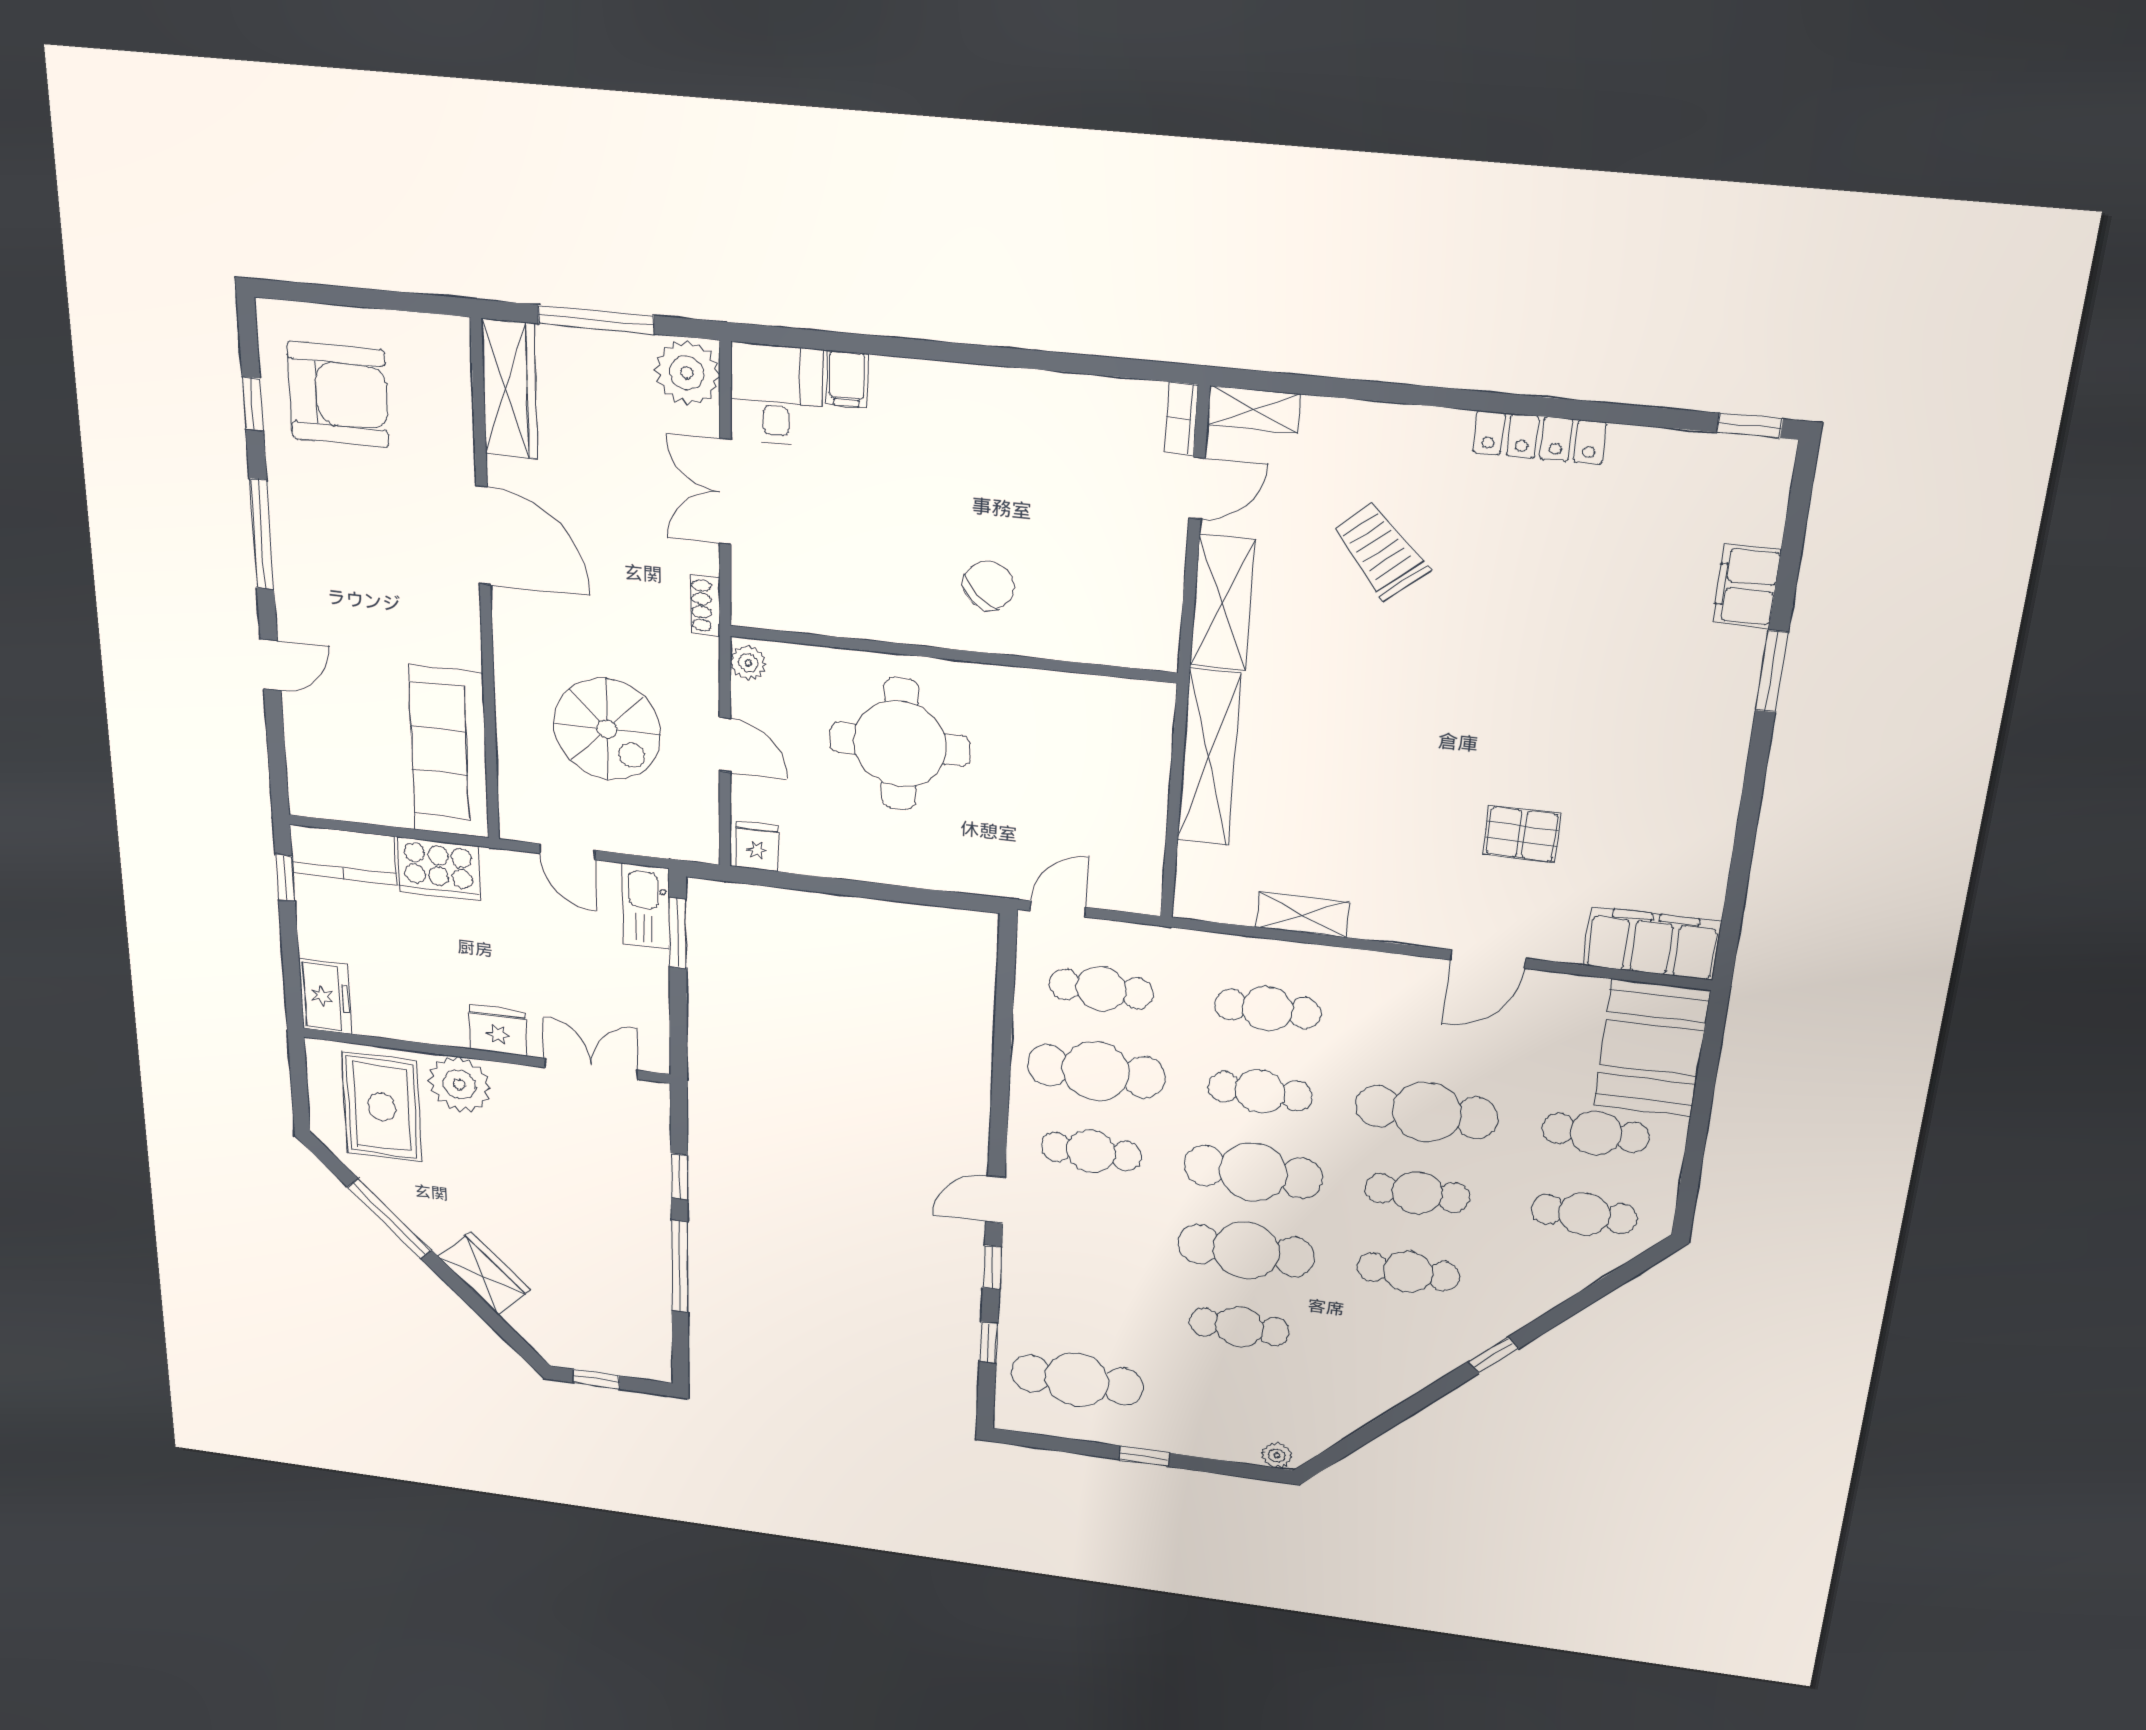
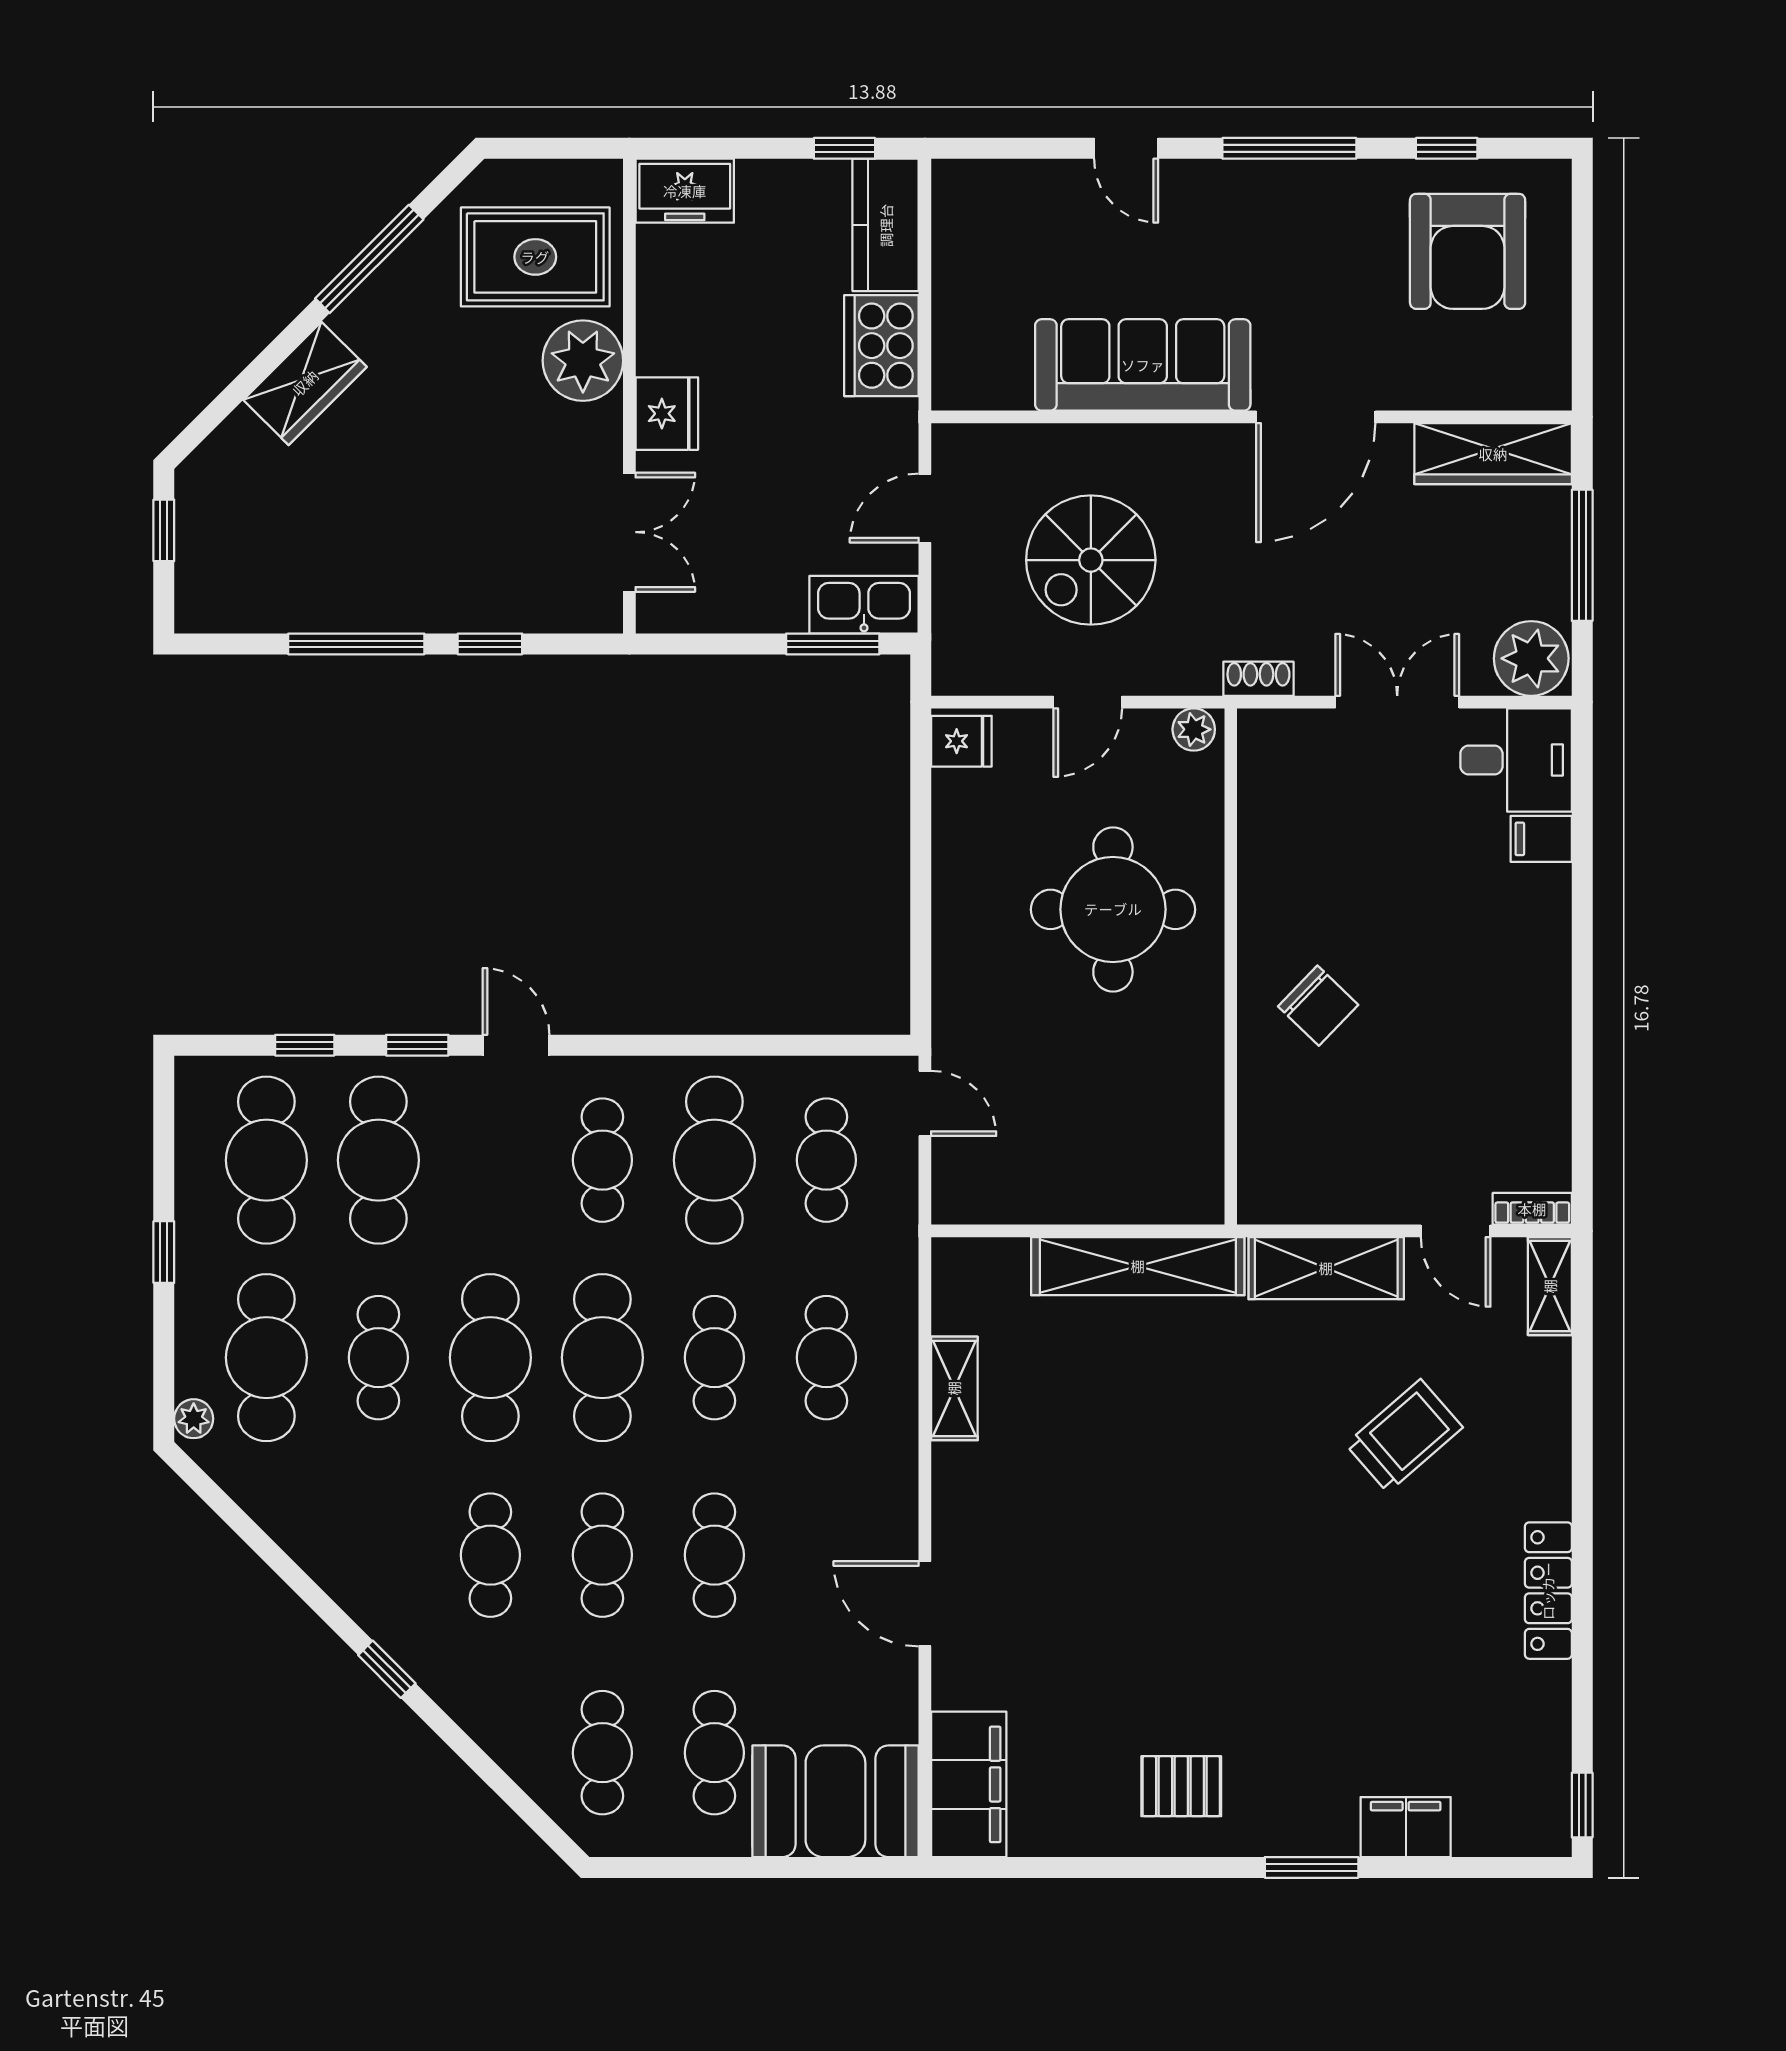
sofa: (449, 752) -> (1143, 365), moved
pallet: (1522, 834) -> (1181, 1786), moved, turned 90
cafe table: (1427, 1112) -> (714, 1555), width x0.73, depth x0.74
cafe table: (1082, 1306) -> (378, 1160), added
cafe table: (1233, 1401) -> (266, 1358), added

